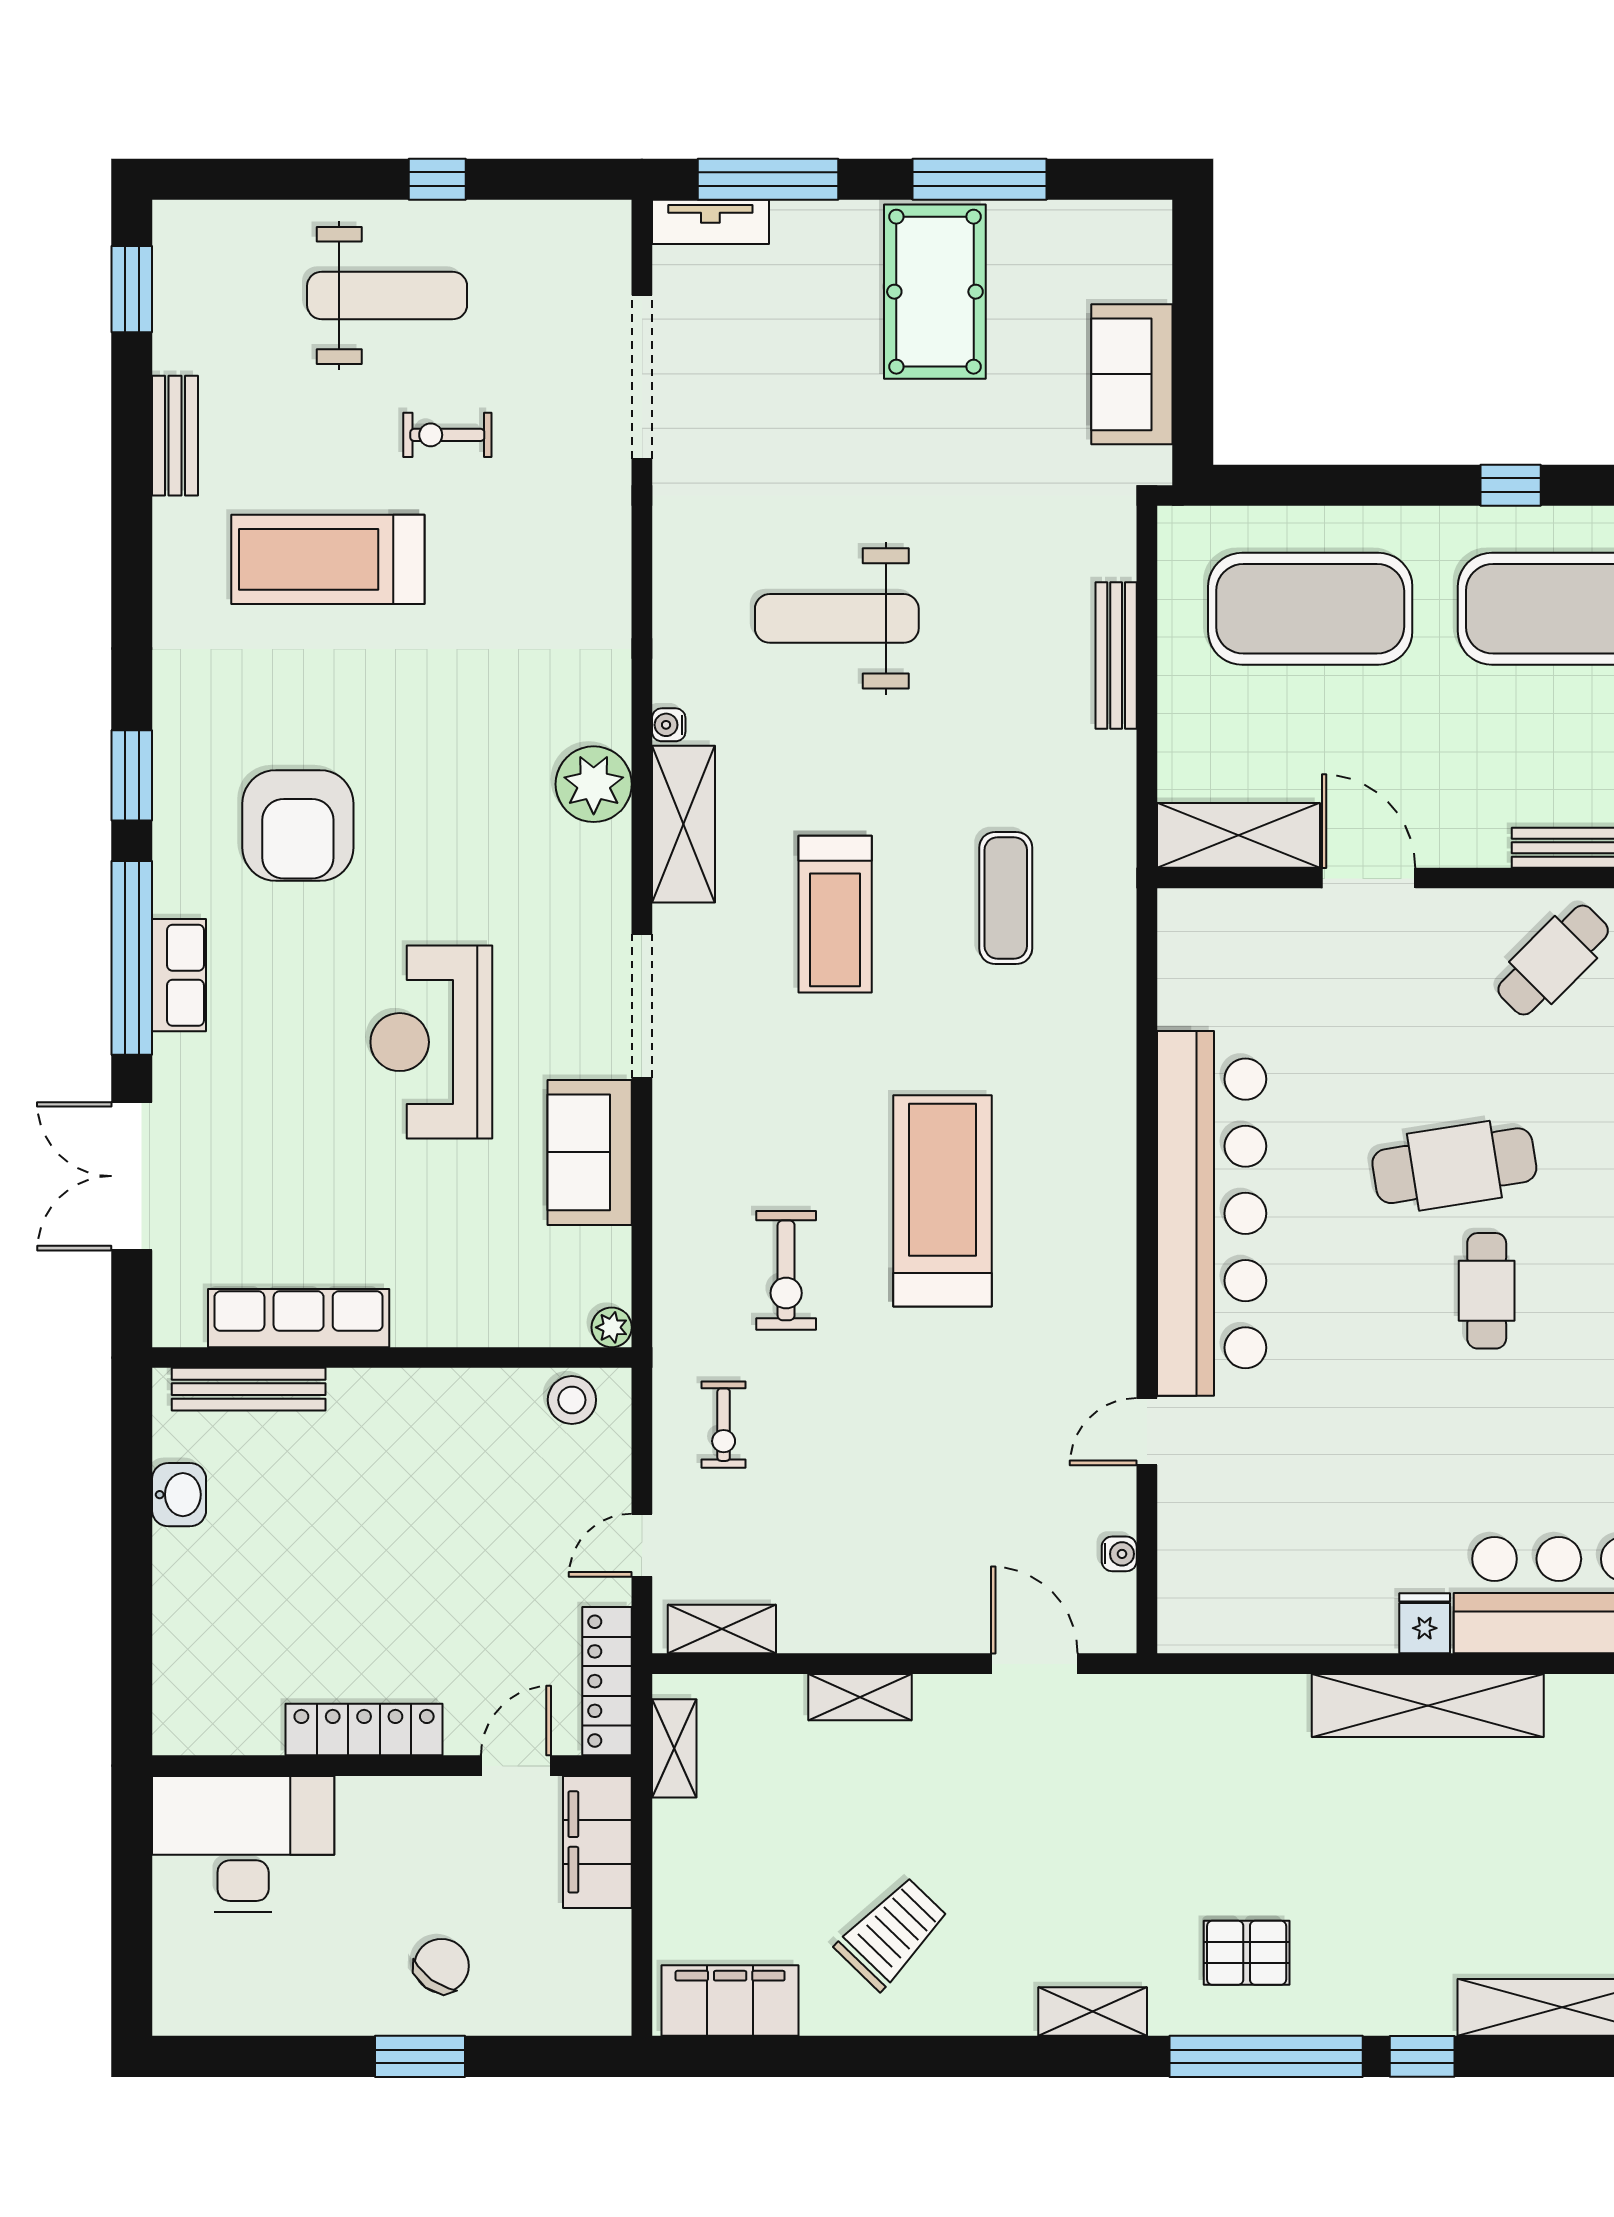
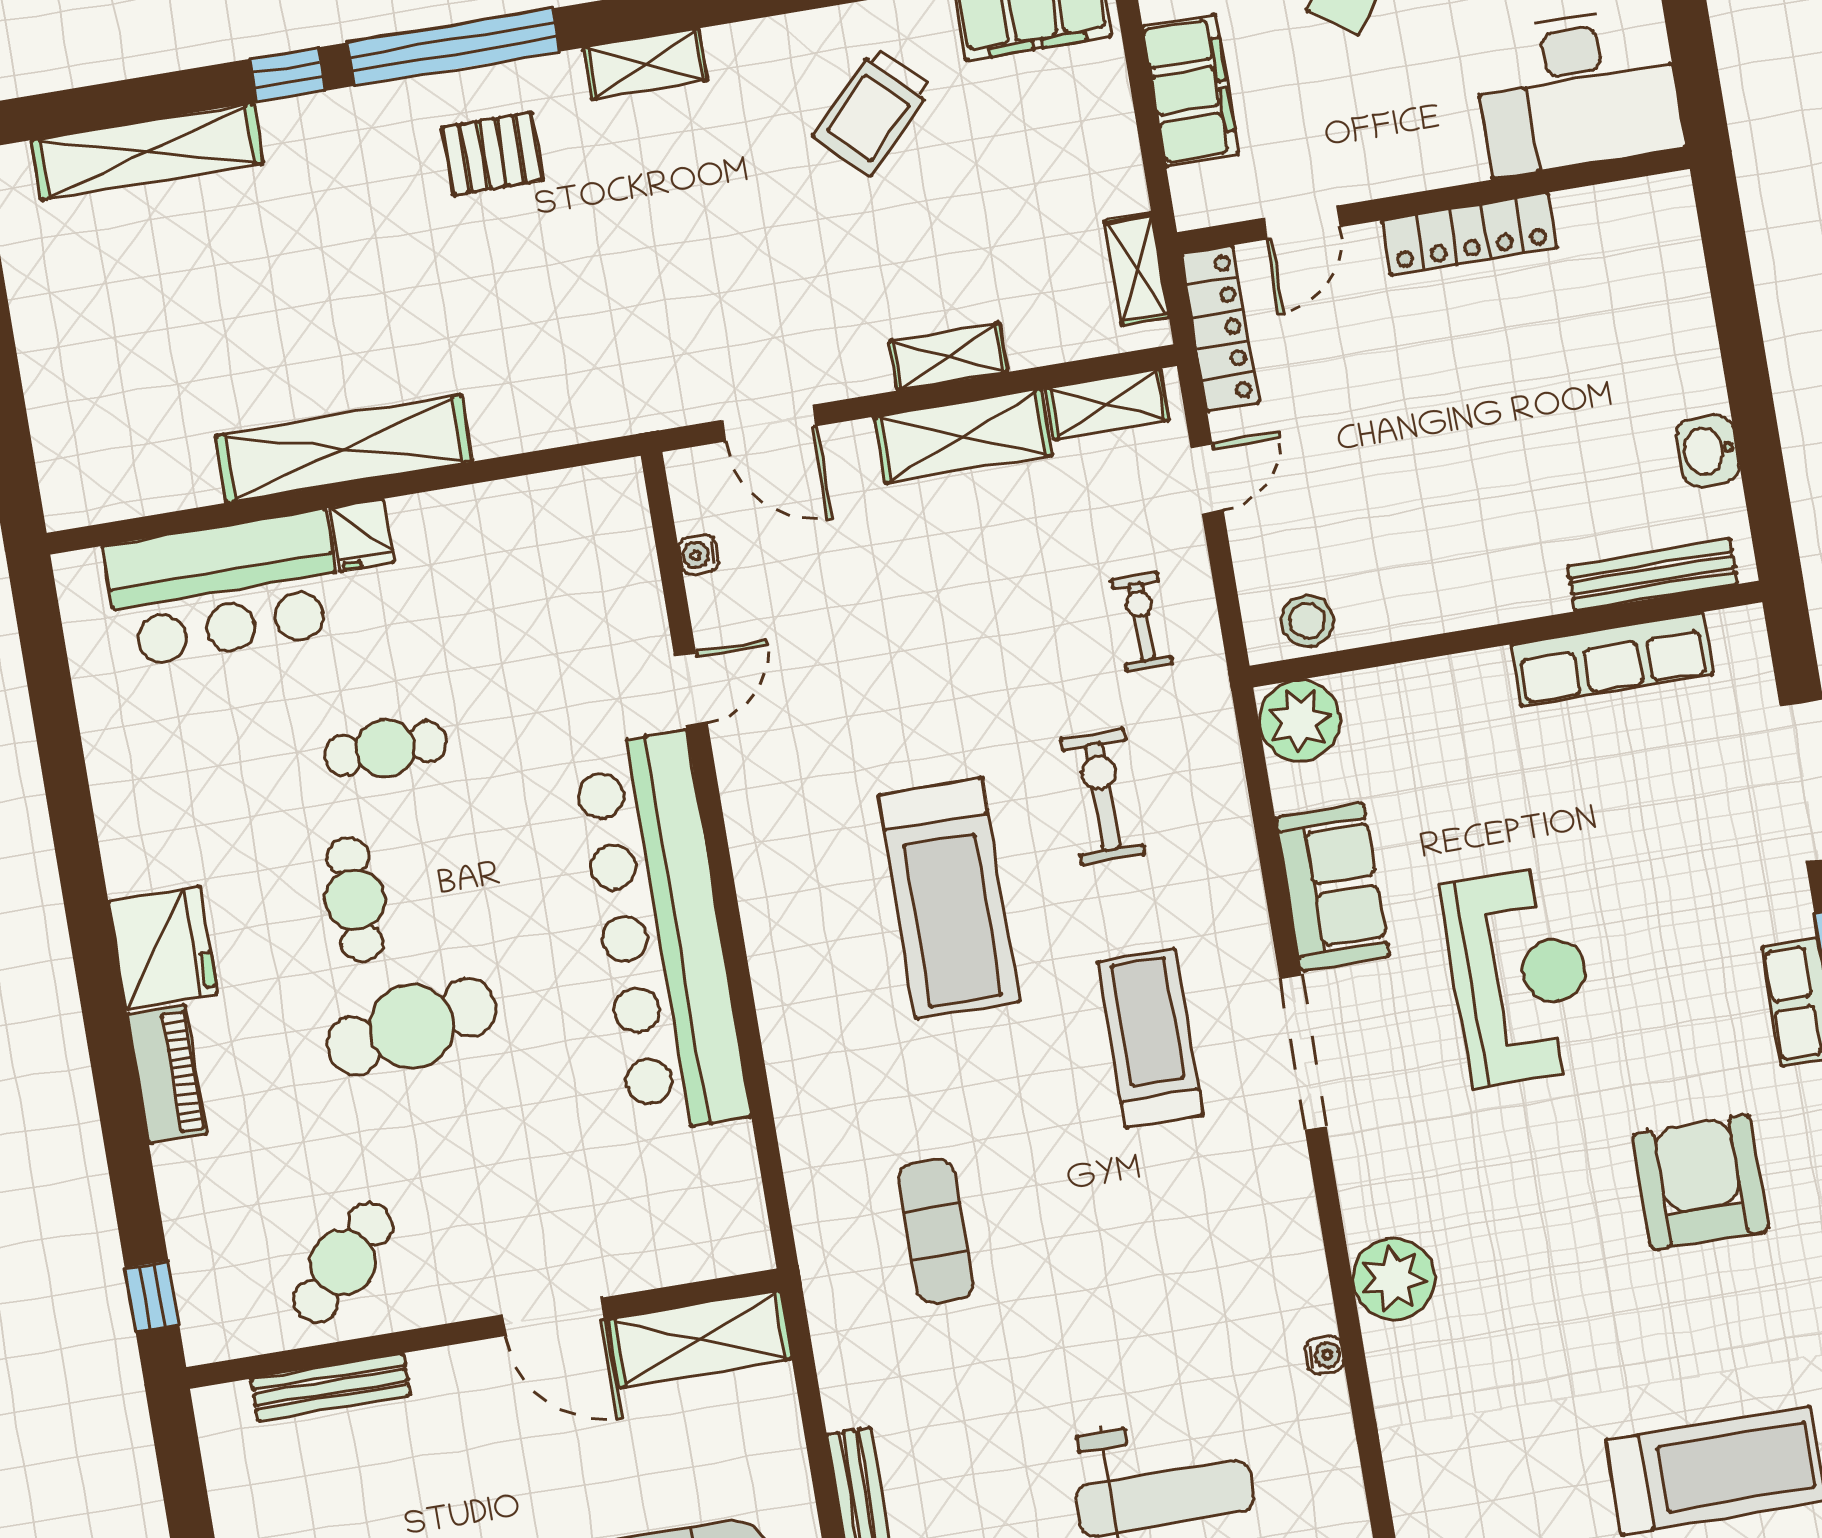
shelving: (683, 824) -> (963, 436), moved, turned 90
treadmill: (835, 914) -> (1151, 1038), moved
plant: (612, 1327) -> (1300, 721), width x1.87, depth x1.87
cafe table: (1436, 1424) -> (386, 749), added
filing cabinet: (597, 1842) -> (1191, 90), moved

